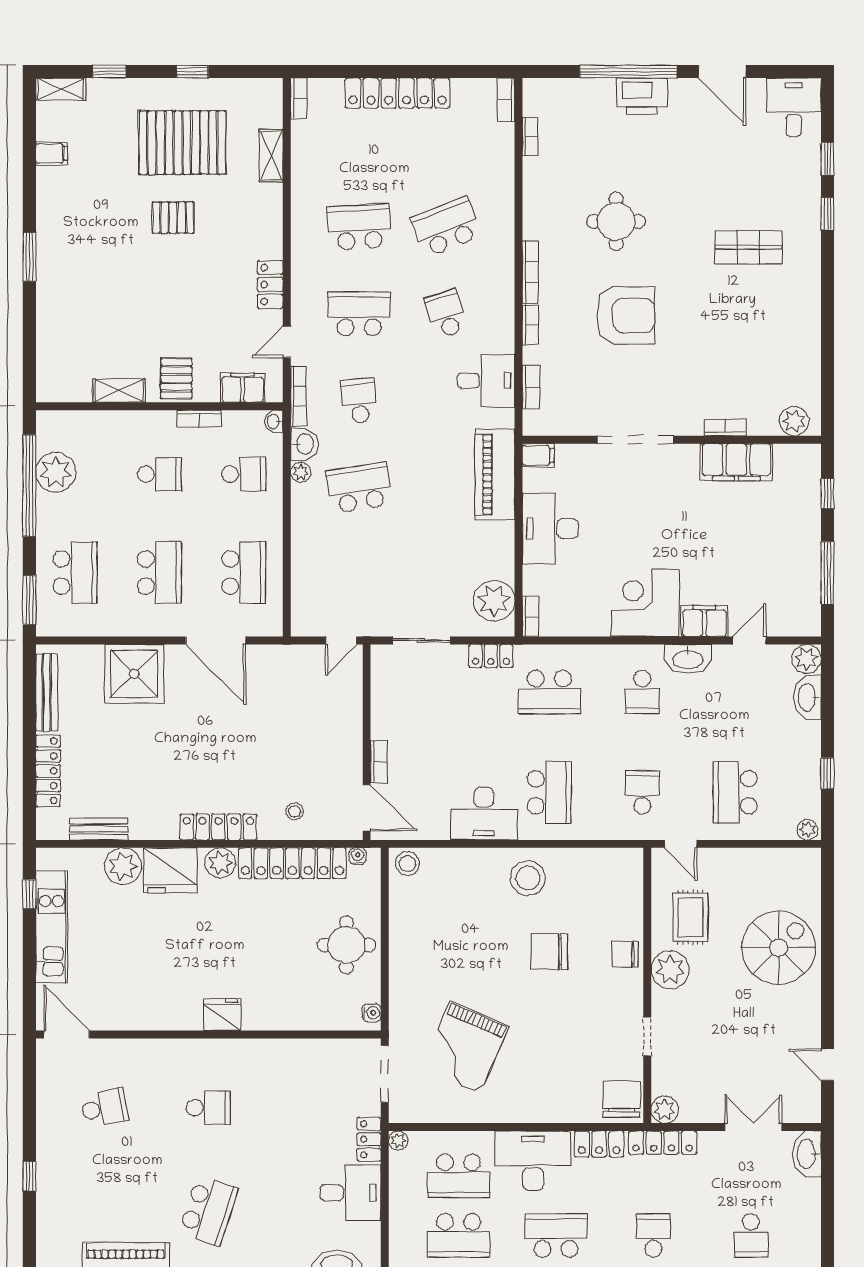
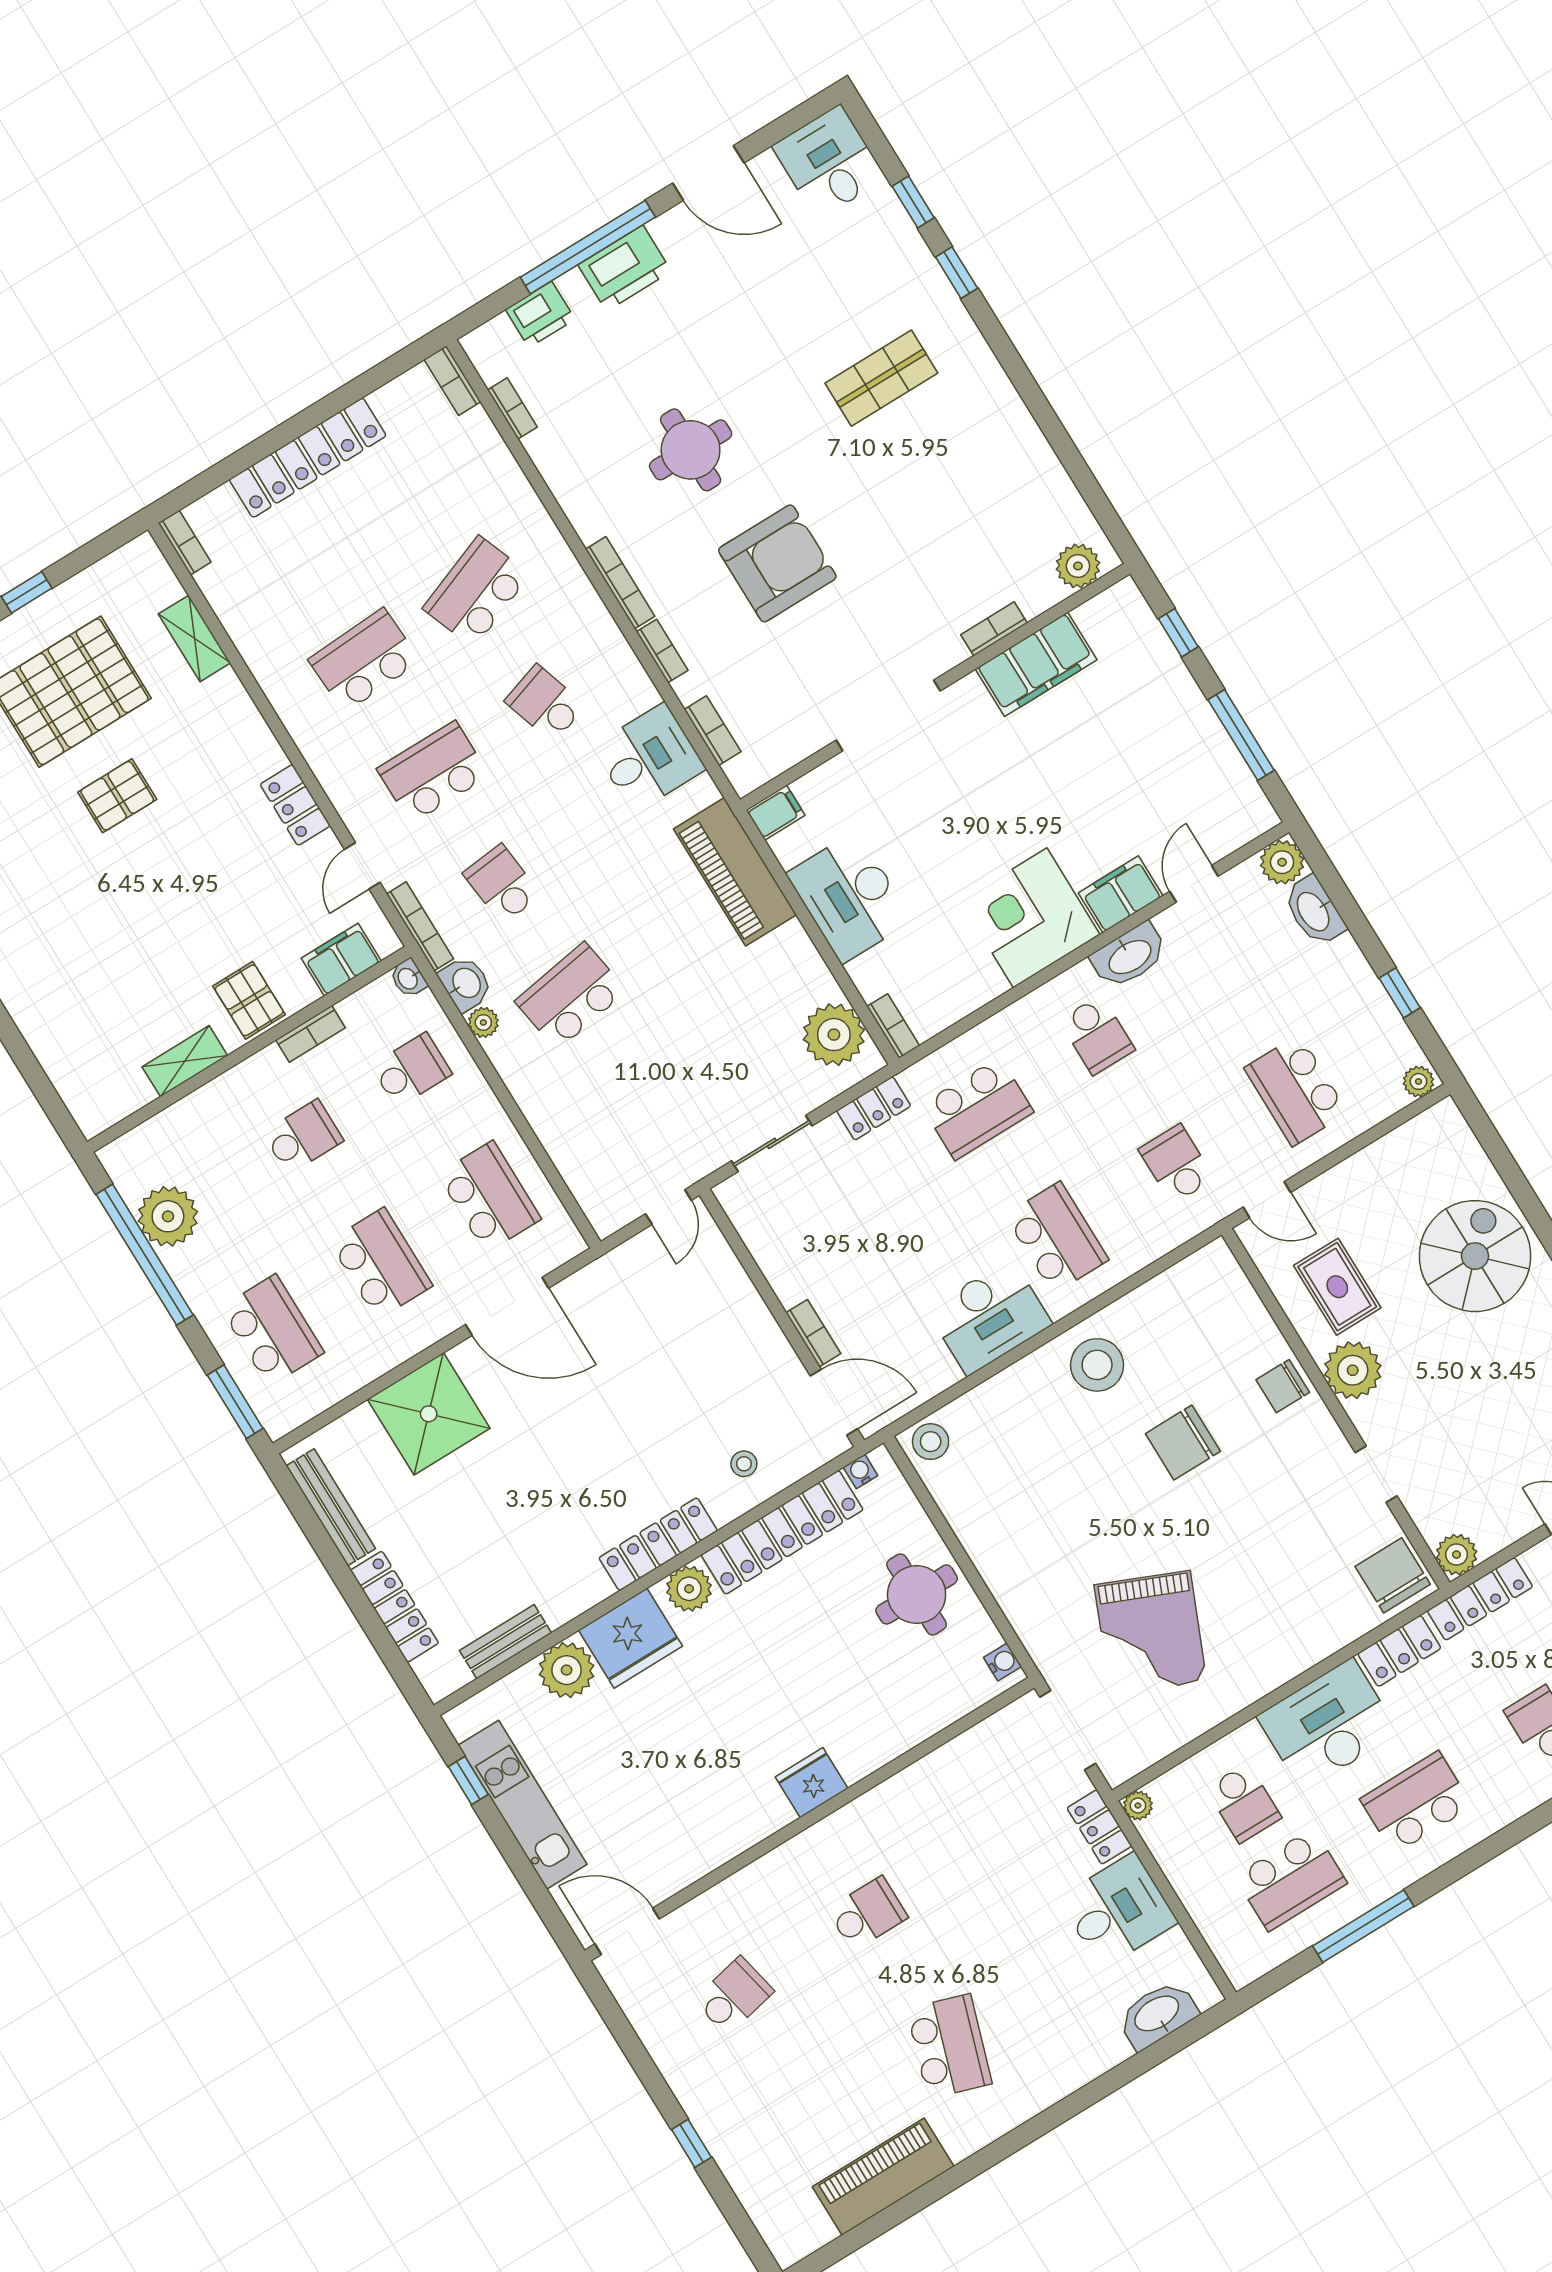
printer: (578, 93) -> (540, 314), added
school desk: (459, 1176) -> (1244, 1803), width x0.54

